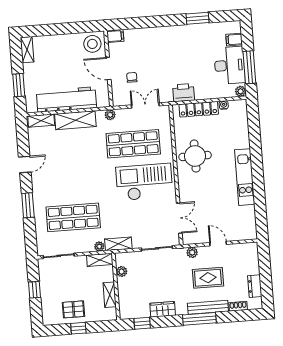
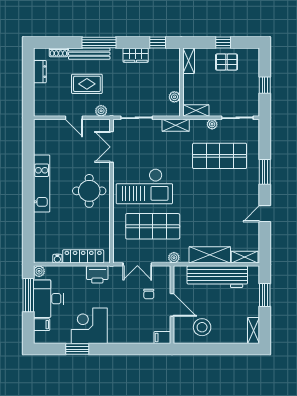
corner desk: (188, 42) -> (89, 326), added
stool: (92, 44) -> (202, 327), moved
round table: (195, 156) -> (89, 191), moved
plant: (99, 246) -> (212, 124), moved
shelving: (110, 295) -> (189, 61), moved

